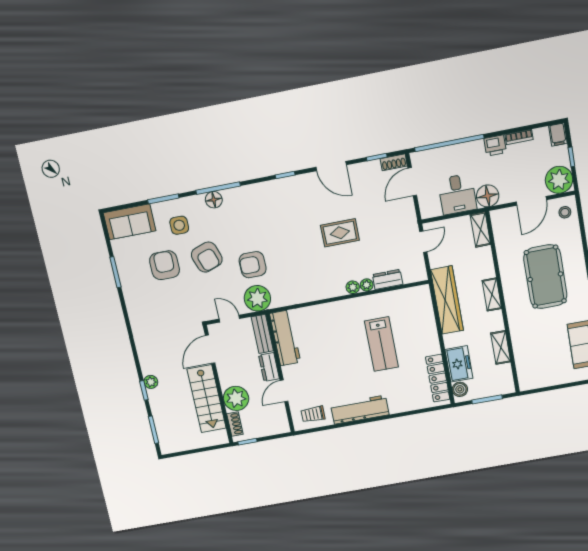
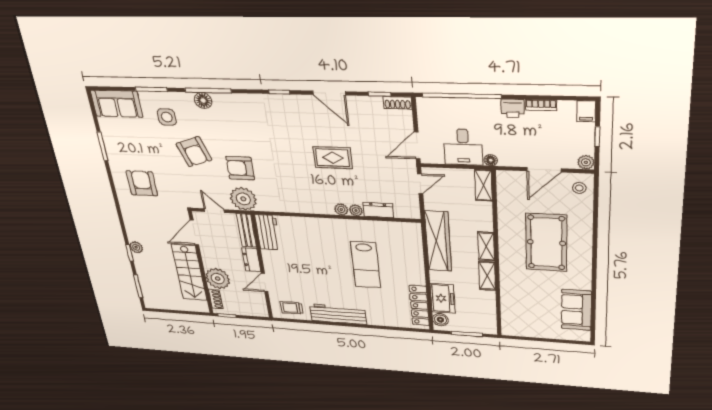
plant: (559, 180) -> (586, 162), width x0.53, depth x0.53
door: (412, 182) -> (417, 145), moved
floor lamp: (488, 196) -> (491, 160), width x0.53, depth x0.53
armchair: (165, 265) -> (142, 183), moved
workbench: (285, 338) -> (268, 232), width x0.73
shelving: (501, 347) -> (487, 276), moved

